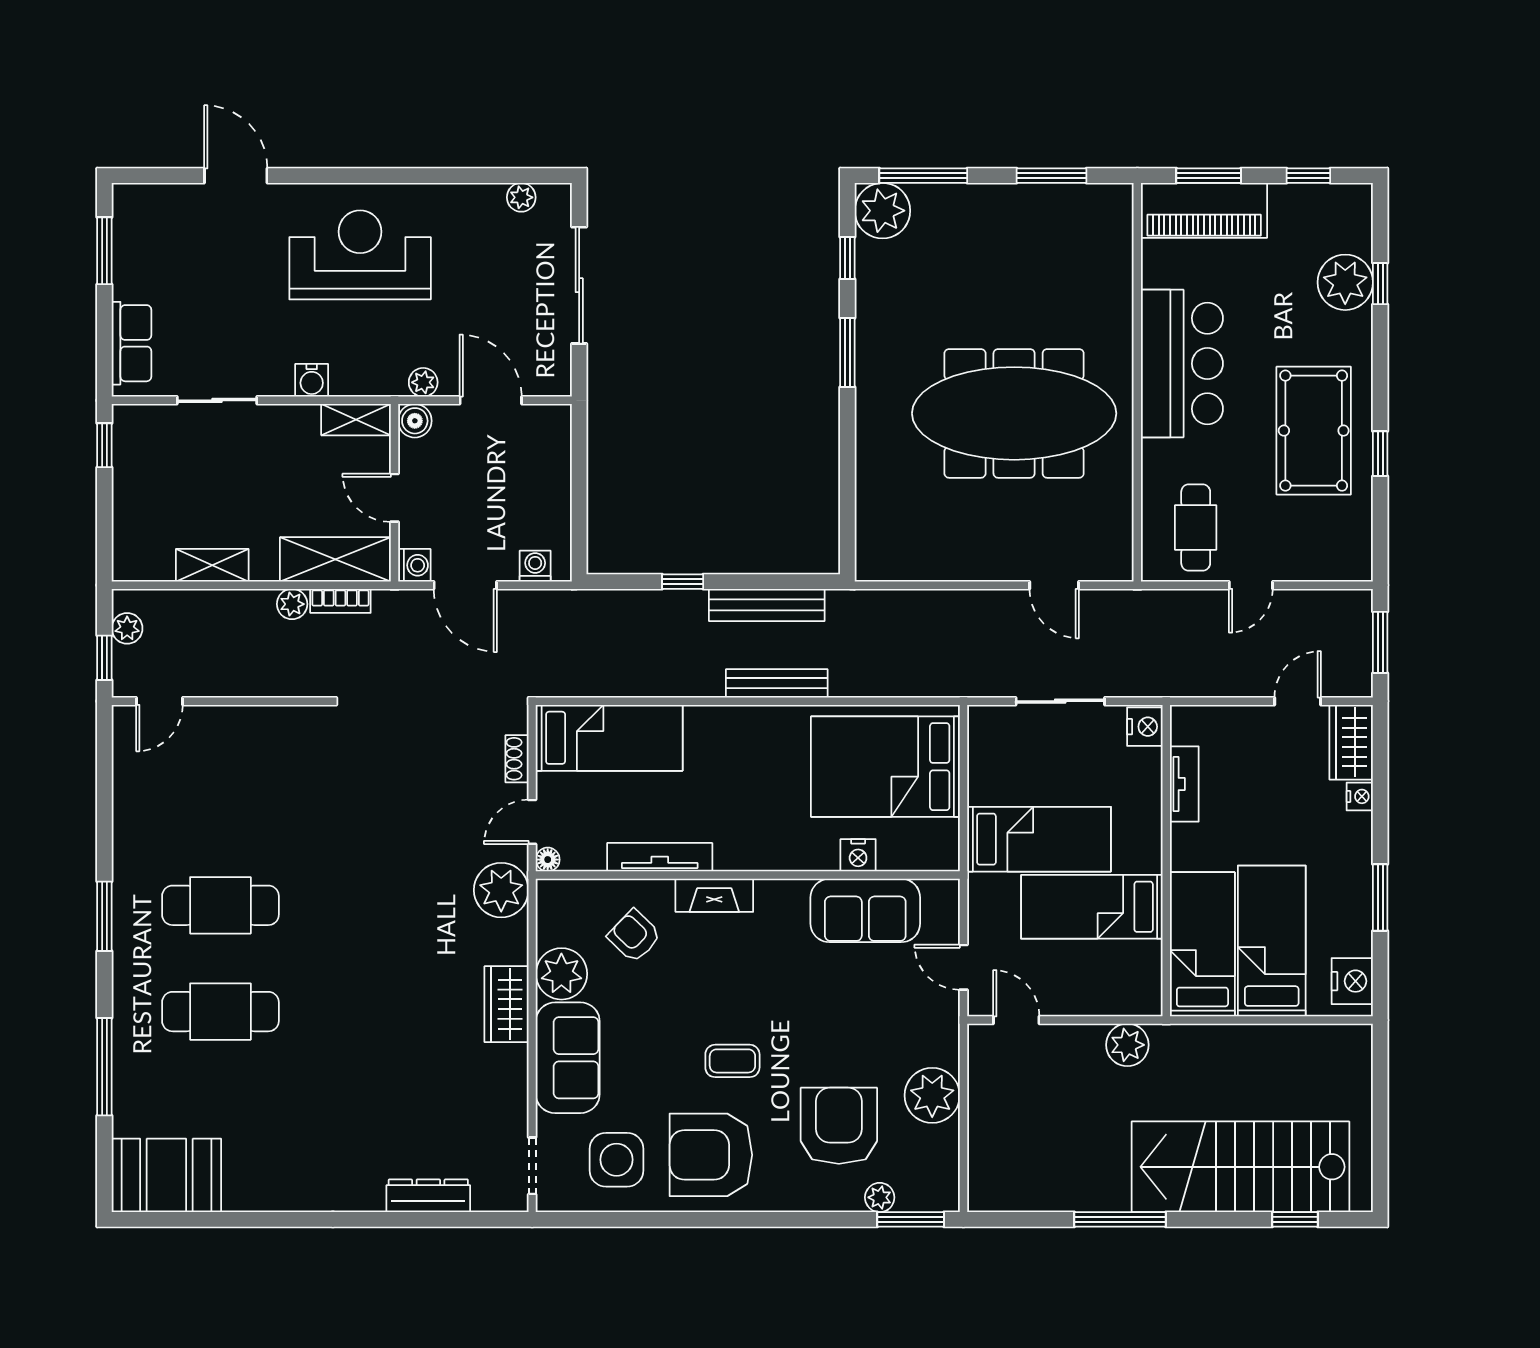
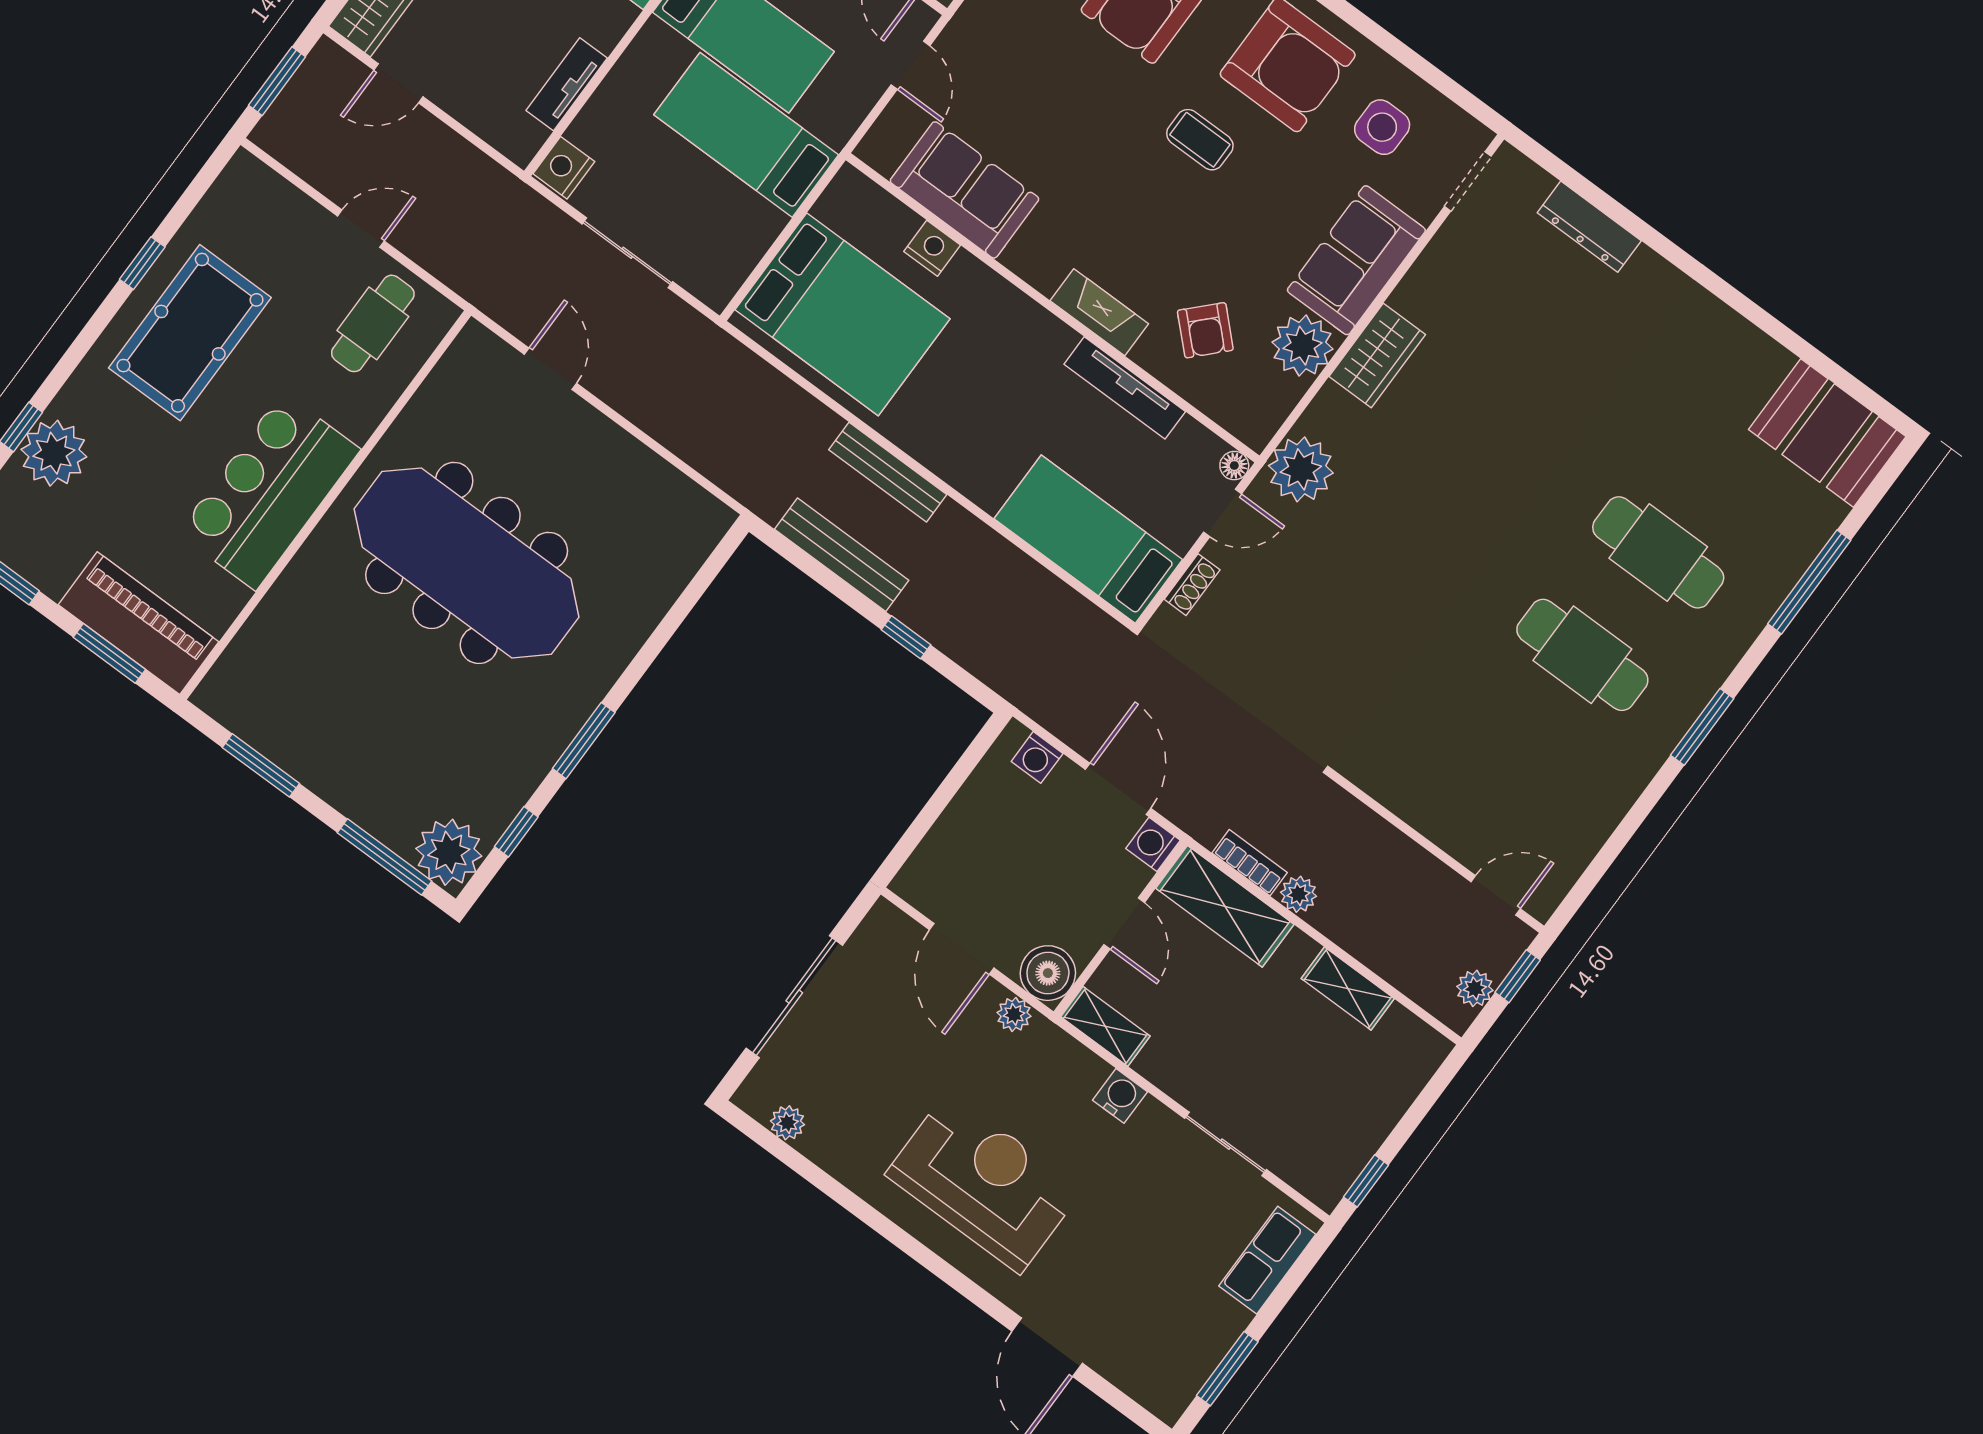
reception desk: (360, 255) -> (984, 1182), turned 180
boiler: (415, 421) -> (1048, 973), width x1.36, depth x1.36
side table: (616, 1160) -> (1382, 127), width x0.73, depth x0.73

